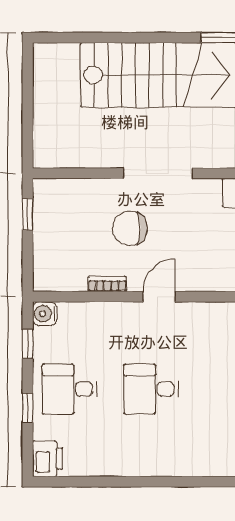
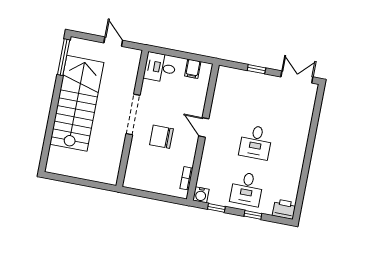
window: (28, 214) -> (142, 194), removed
chair: (130, 228) -> (161, 137), turned 90
bookcase: (107, 284) -> (186, 178), moved

